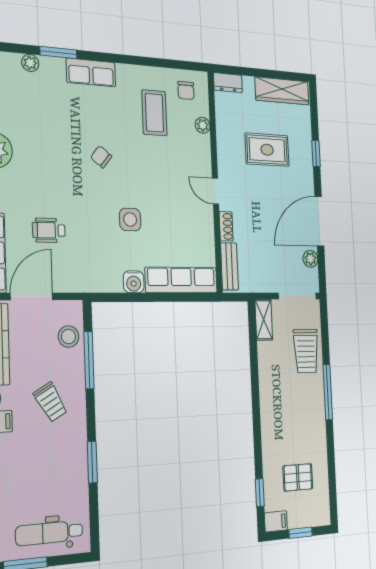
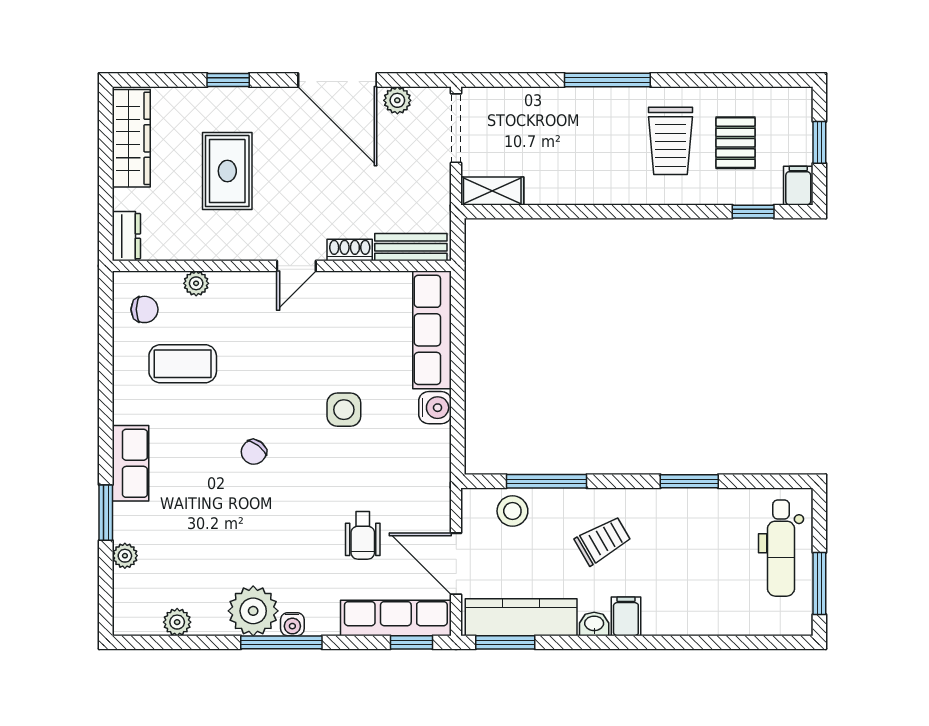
trolley: (306, 351) -> (671, 141), moved, turned 90

